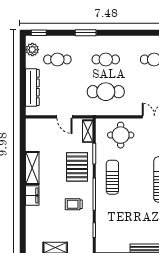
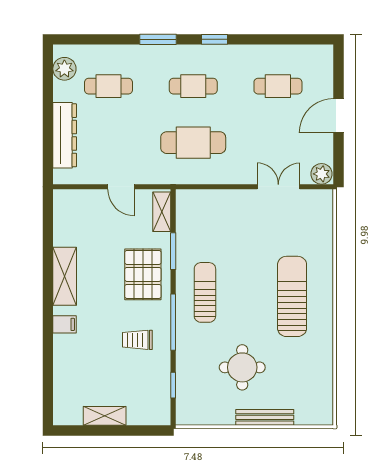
window: (39, 33) -> (214, 39), moved
round table: (121, 135) -> (242, 367), moved
filing cabinet: (32, 195) -> (65, 324), width x0.50

